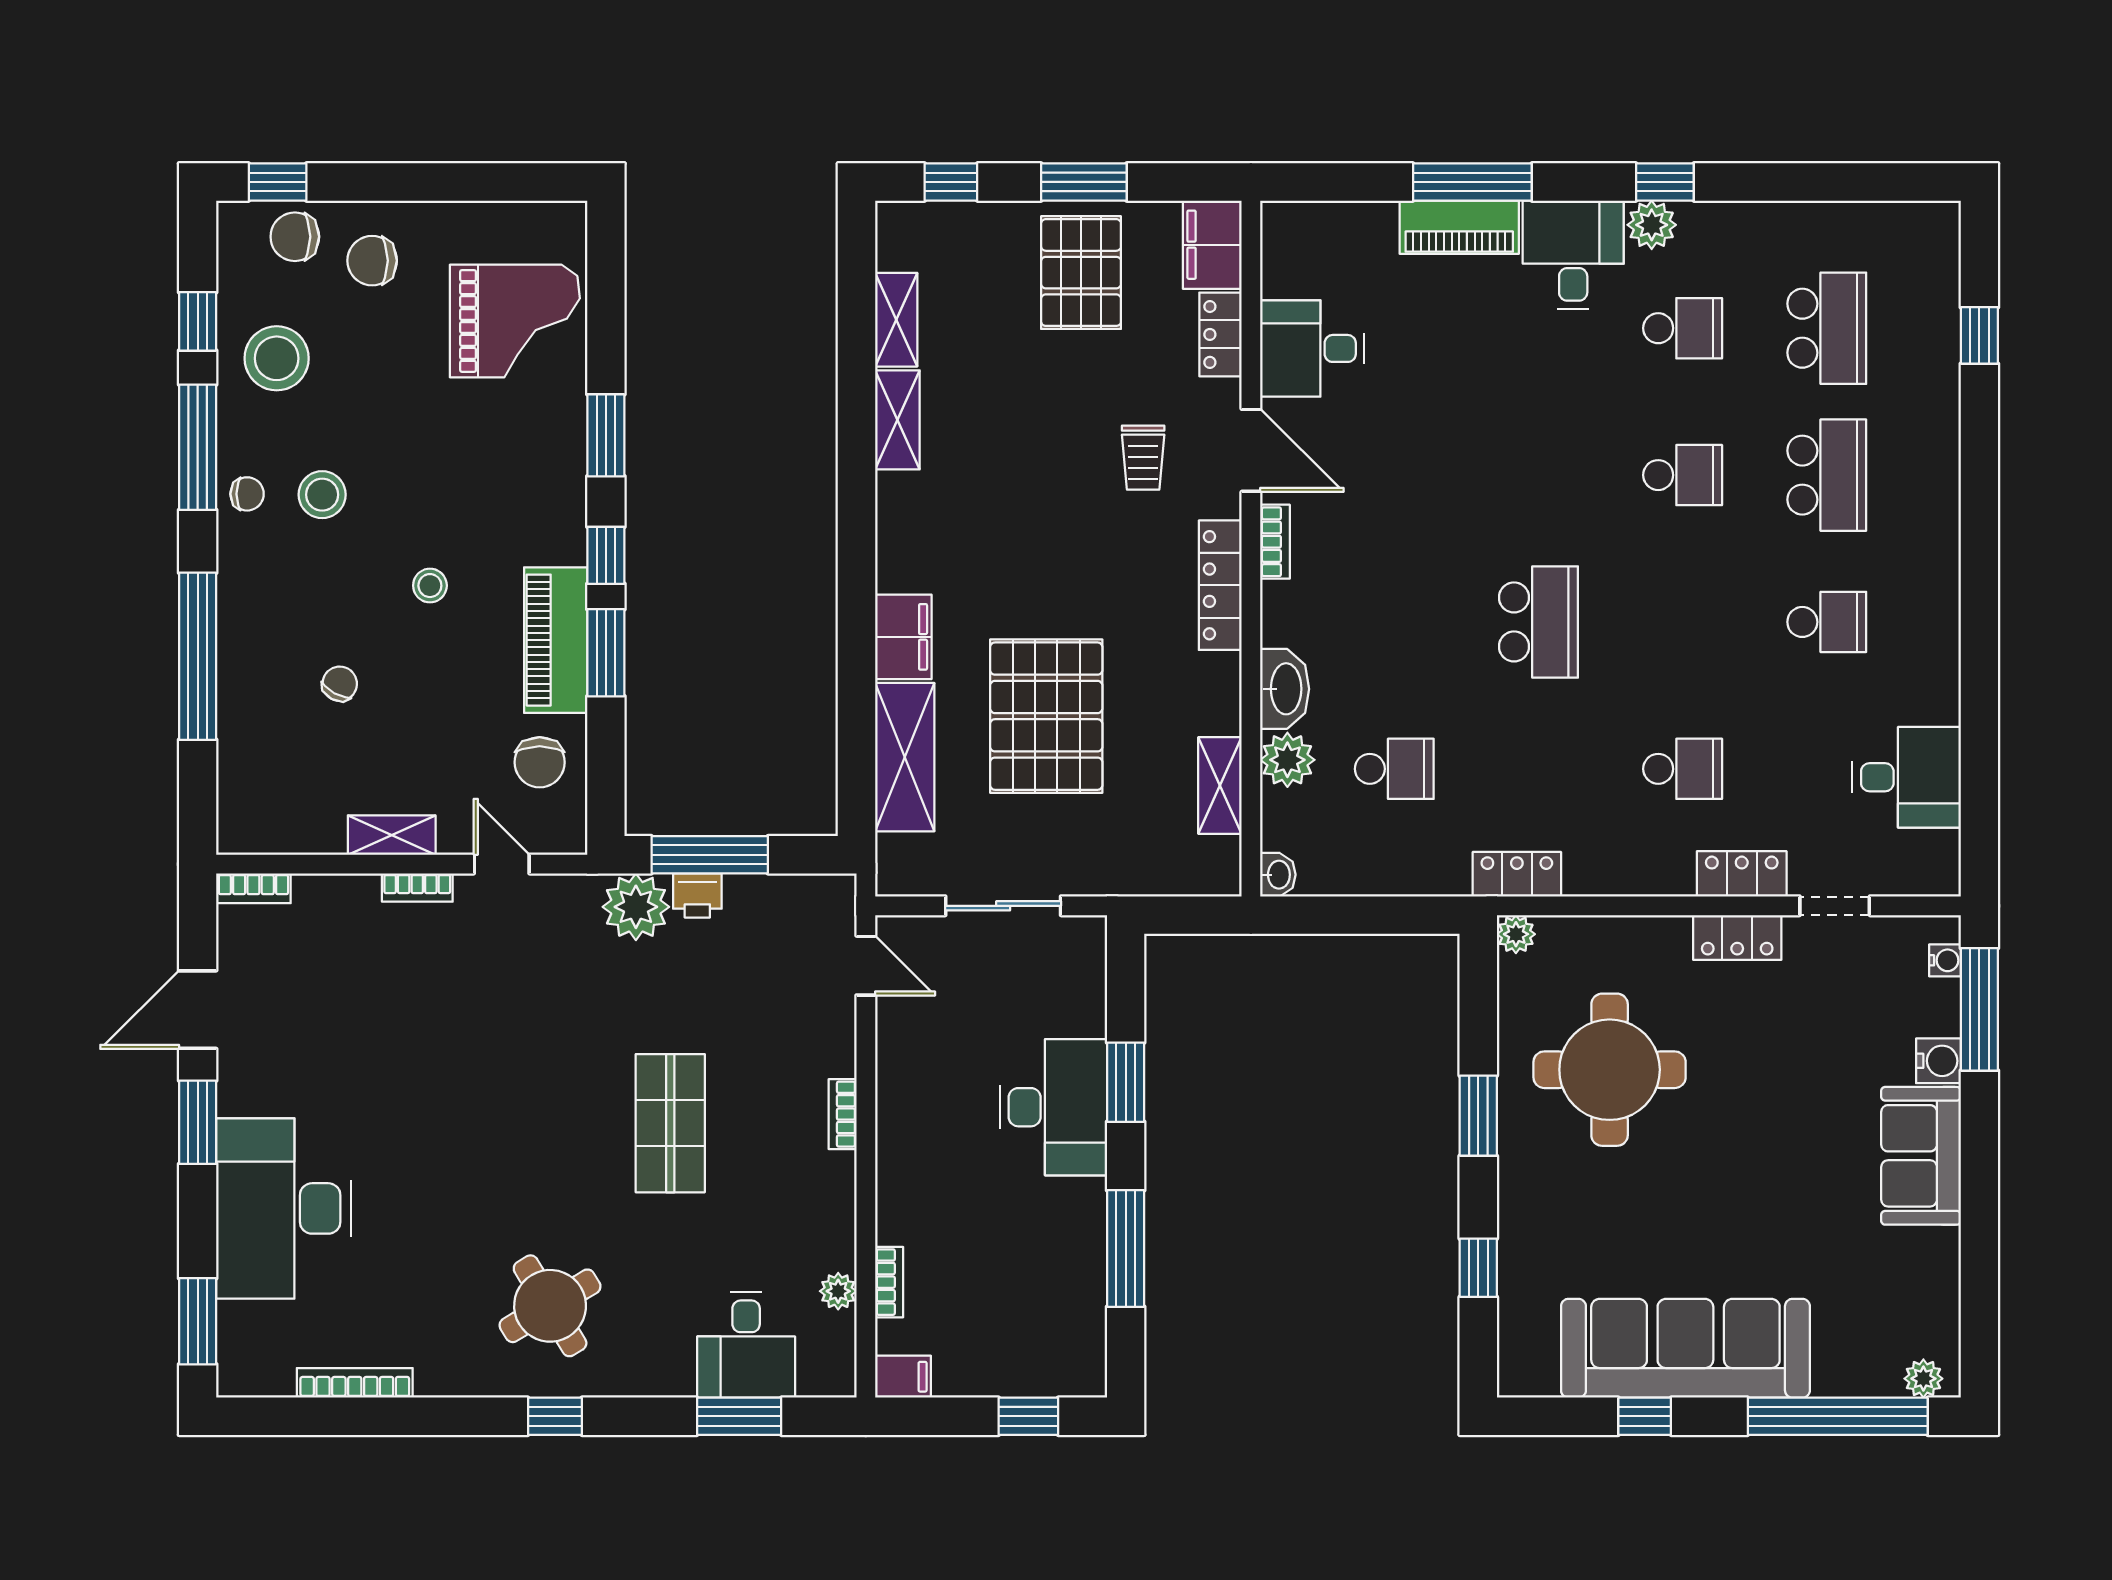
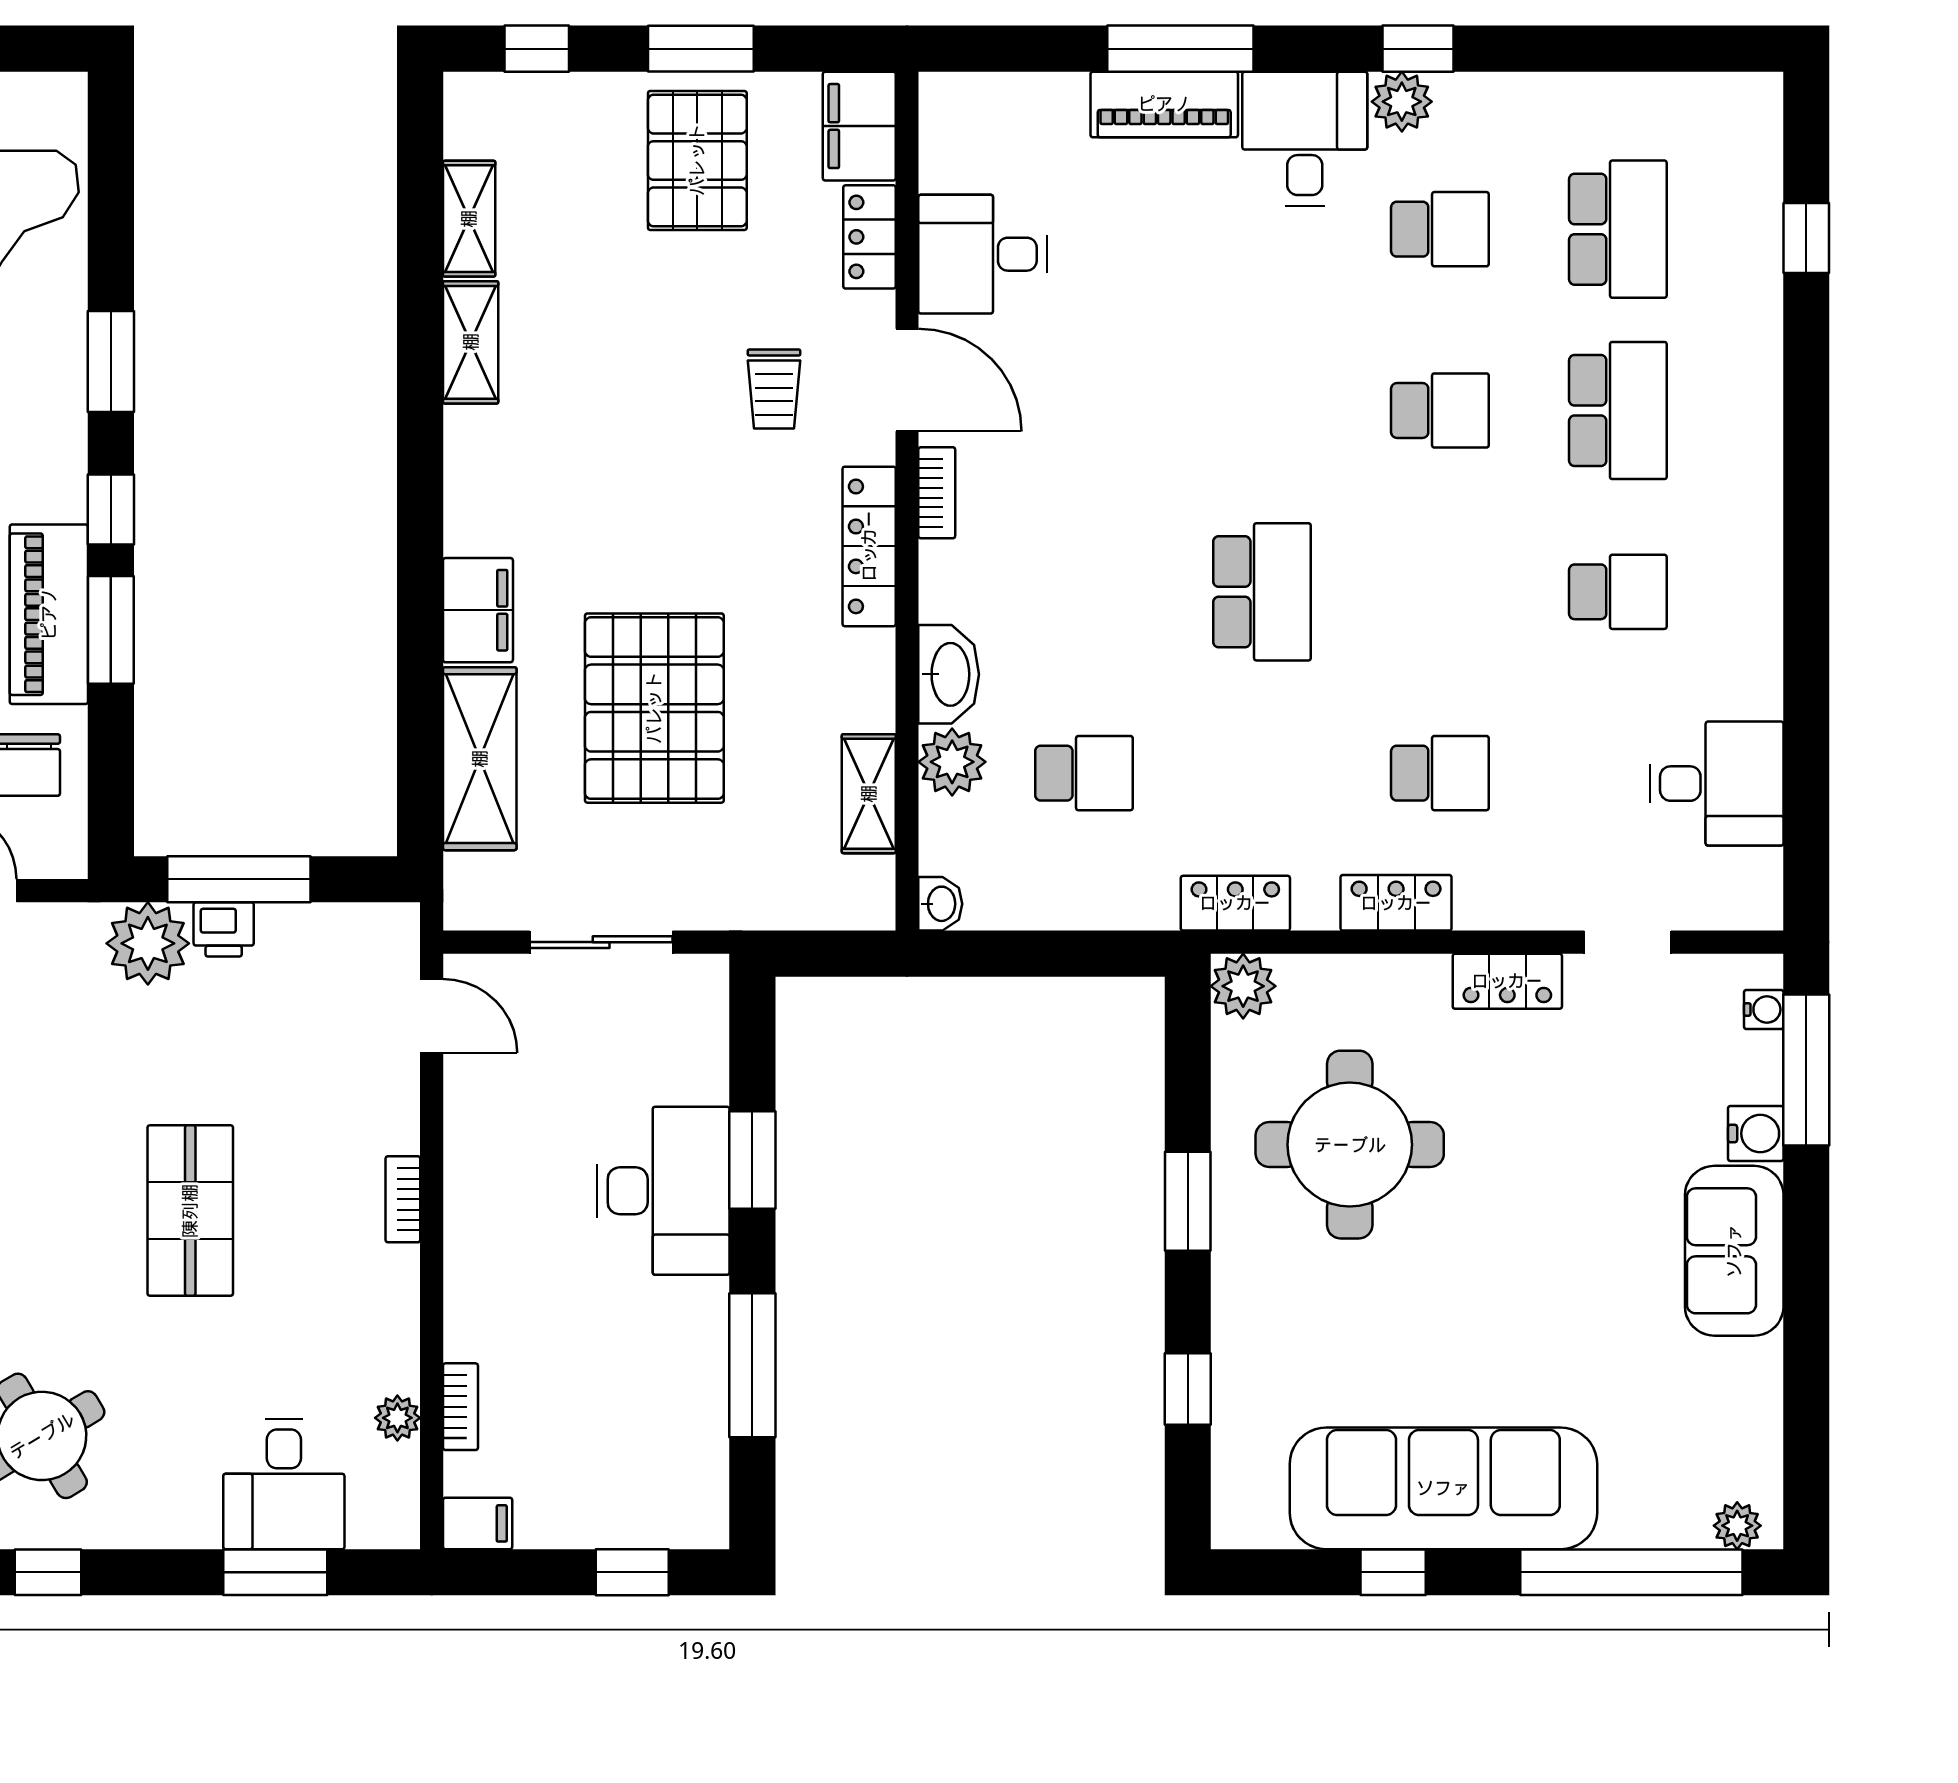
locker: (1742, 874) -> (1396, 903), moved
plant: (1516, 934) -> (1243, 986), width x1.38, depth x1.38

